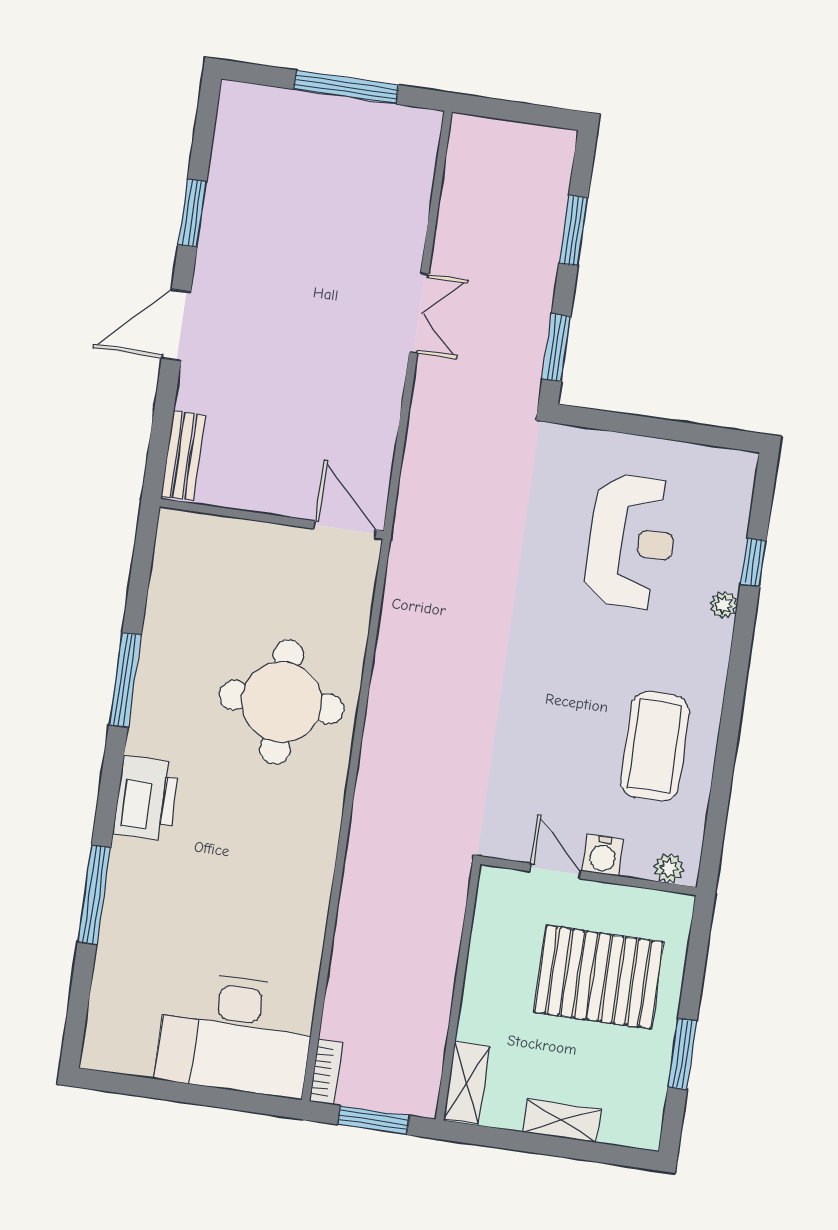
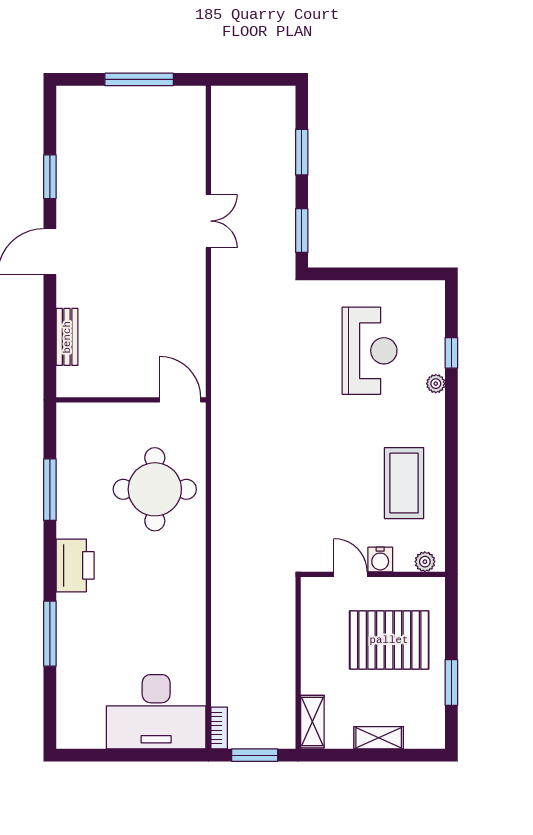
wall: (272, 519) -> (131, 400), moved
door: (345, 529) -> (180, 400), moved

